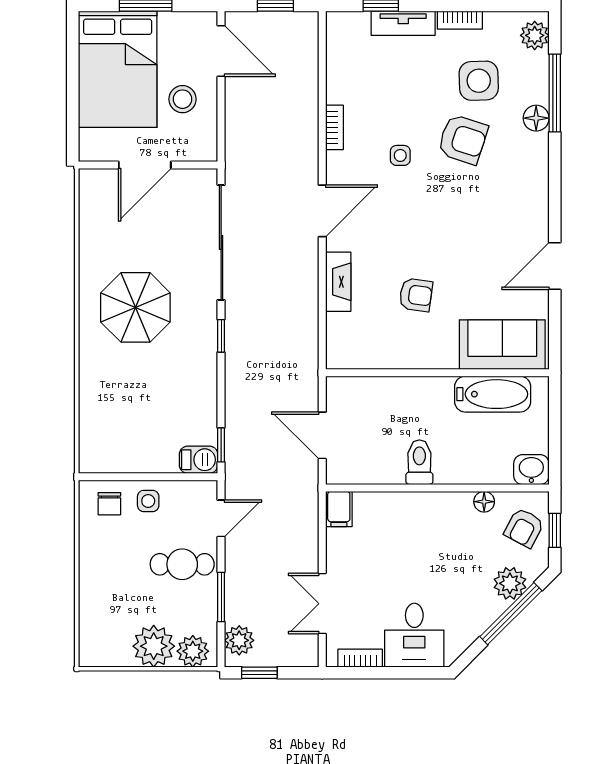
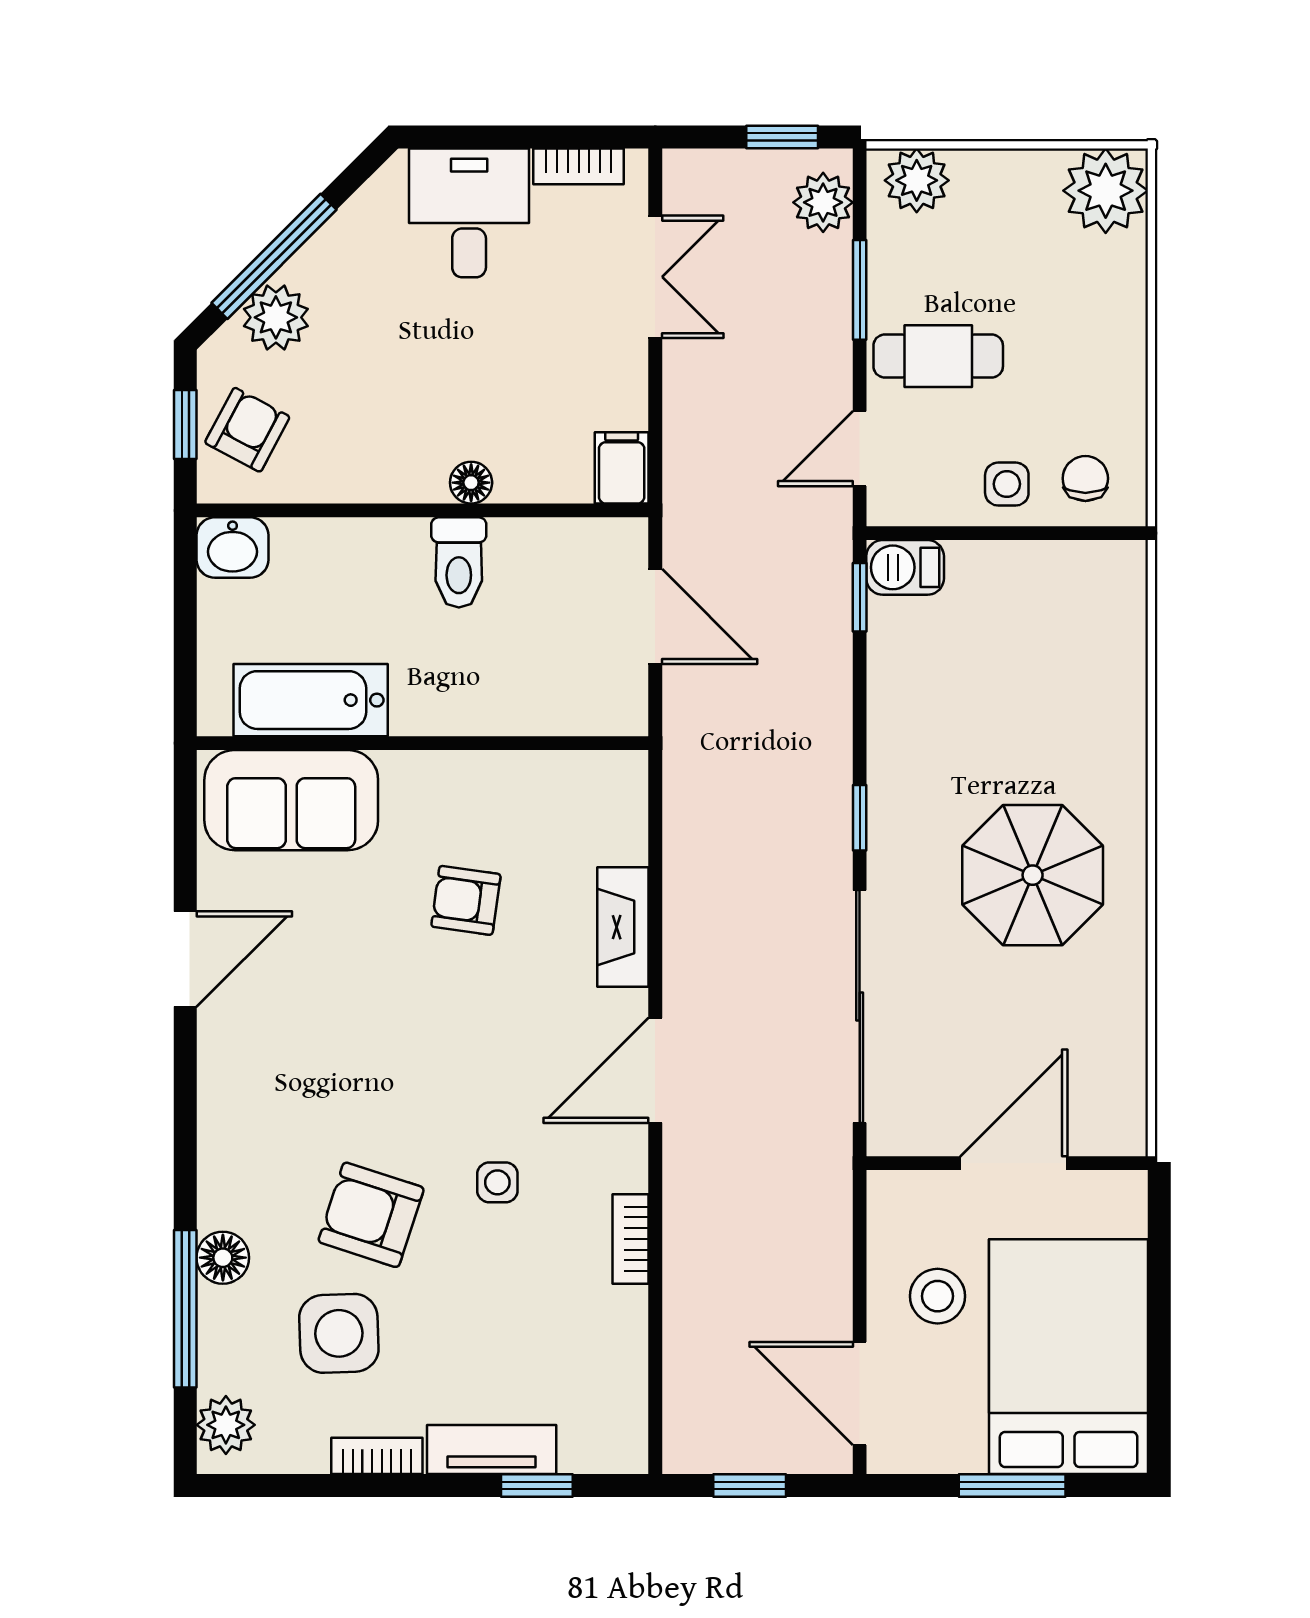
floor lamp: (484, 502) -> (471, 483), moved
plant: (154, 646) -> (1106, 191), moved

